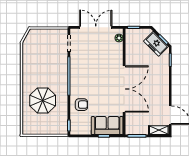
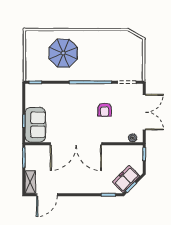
armchair: (81, 105) -> (105, 110), moved

